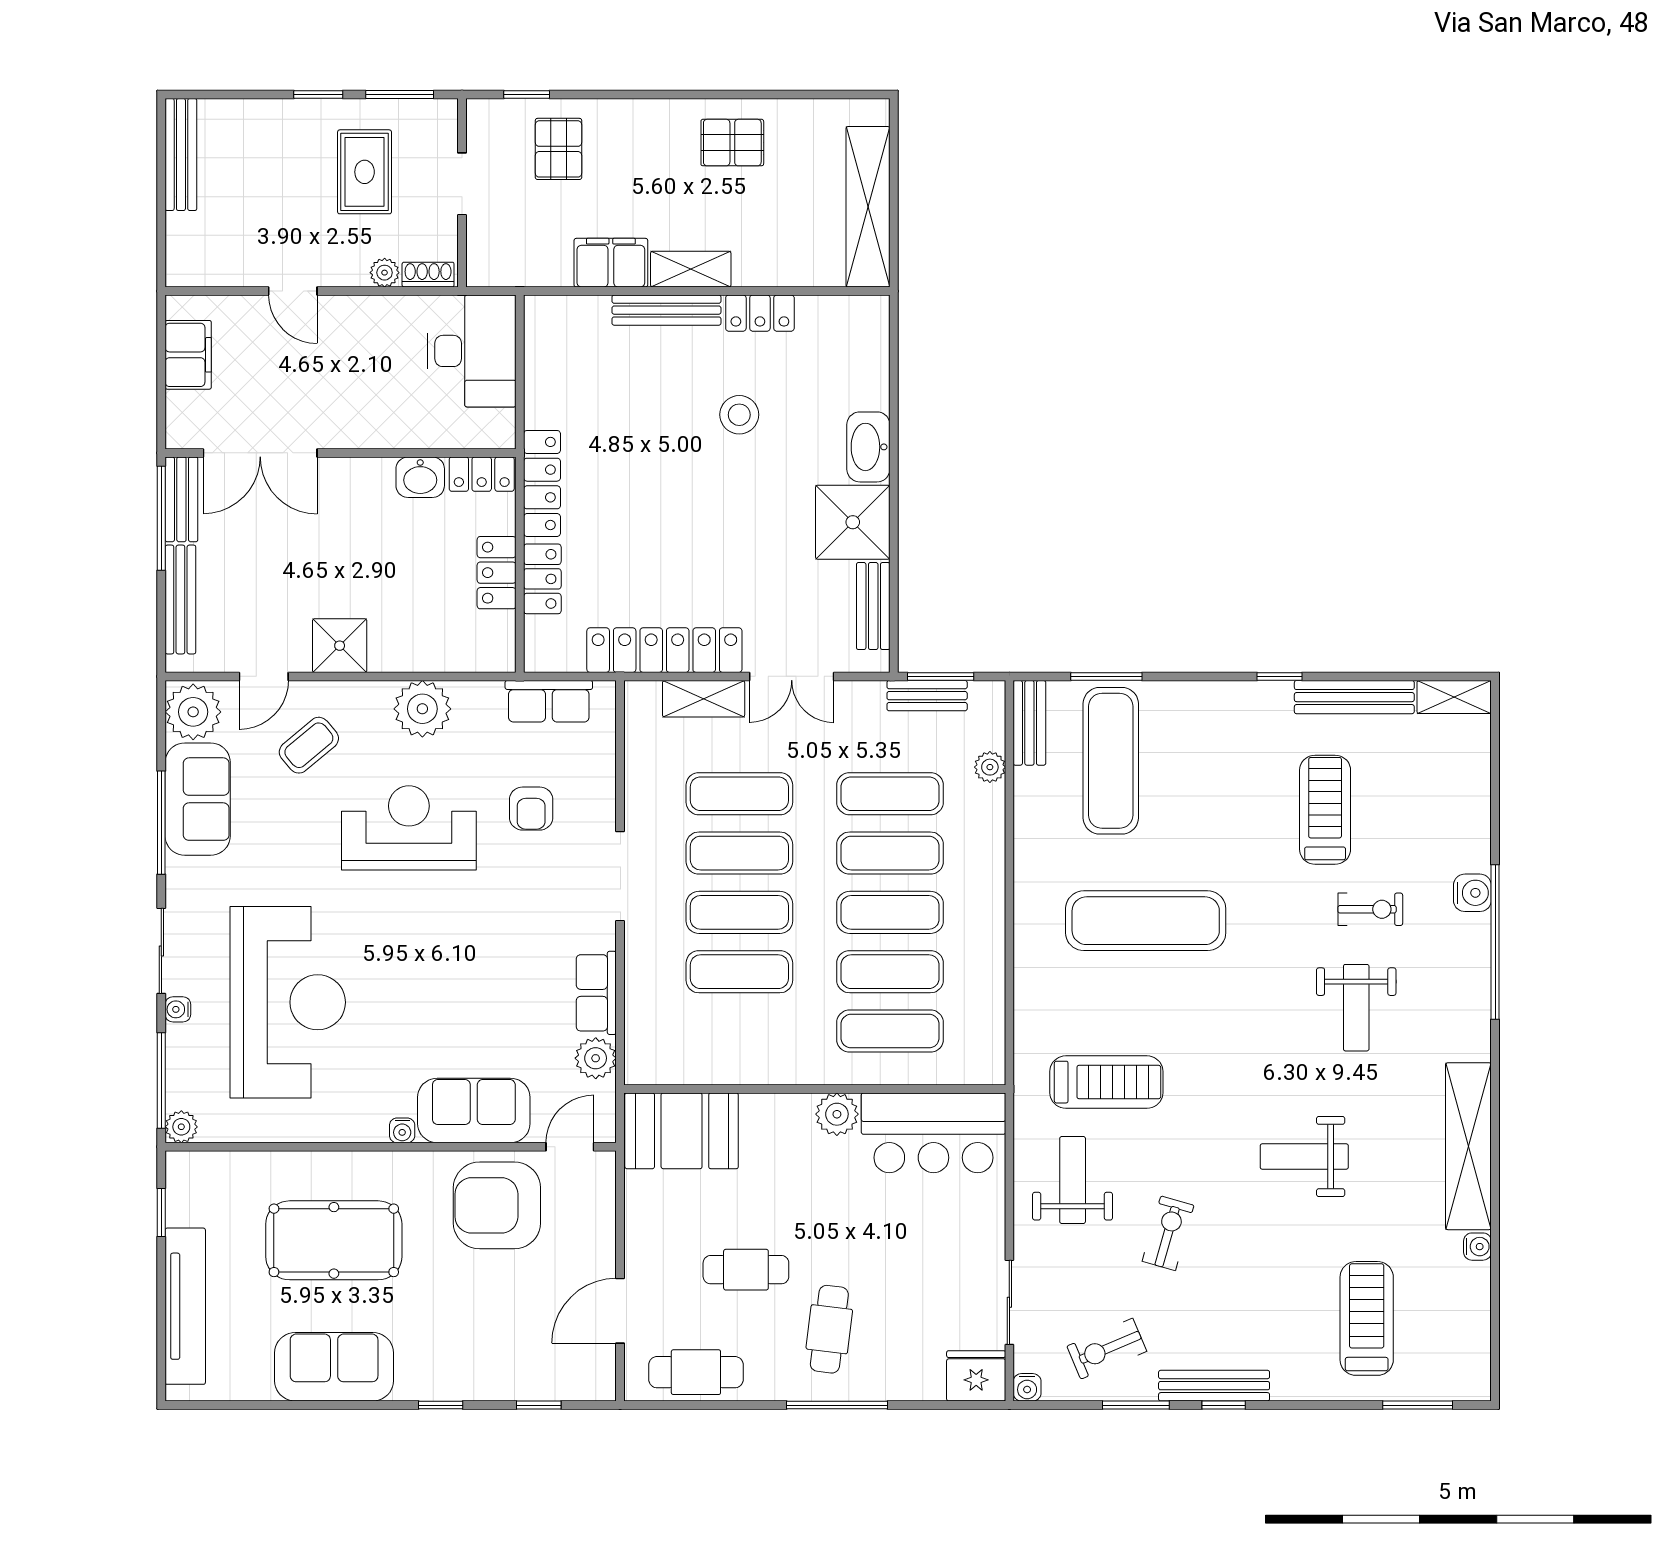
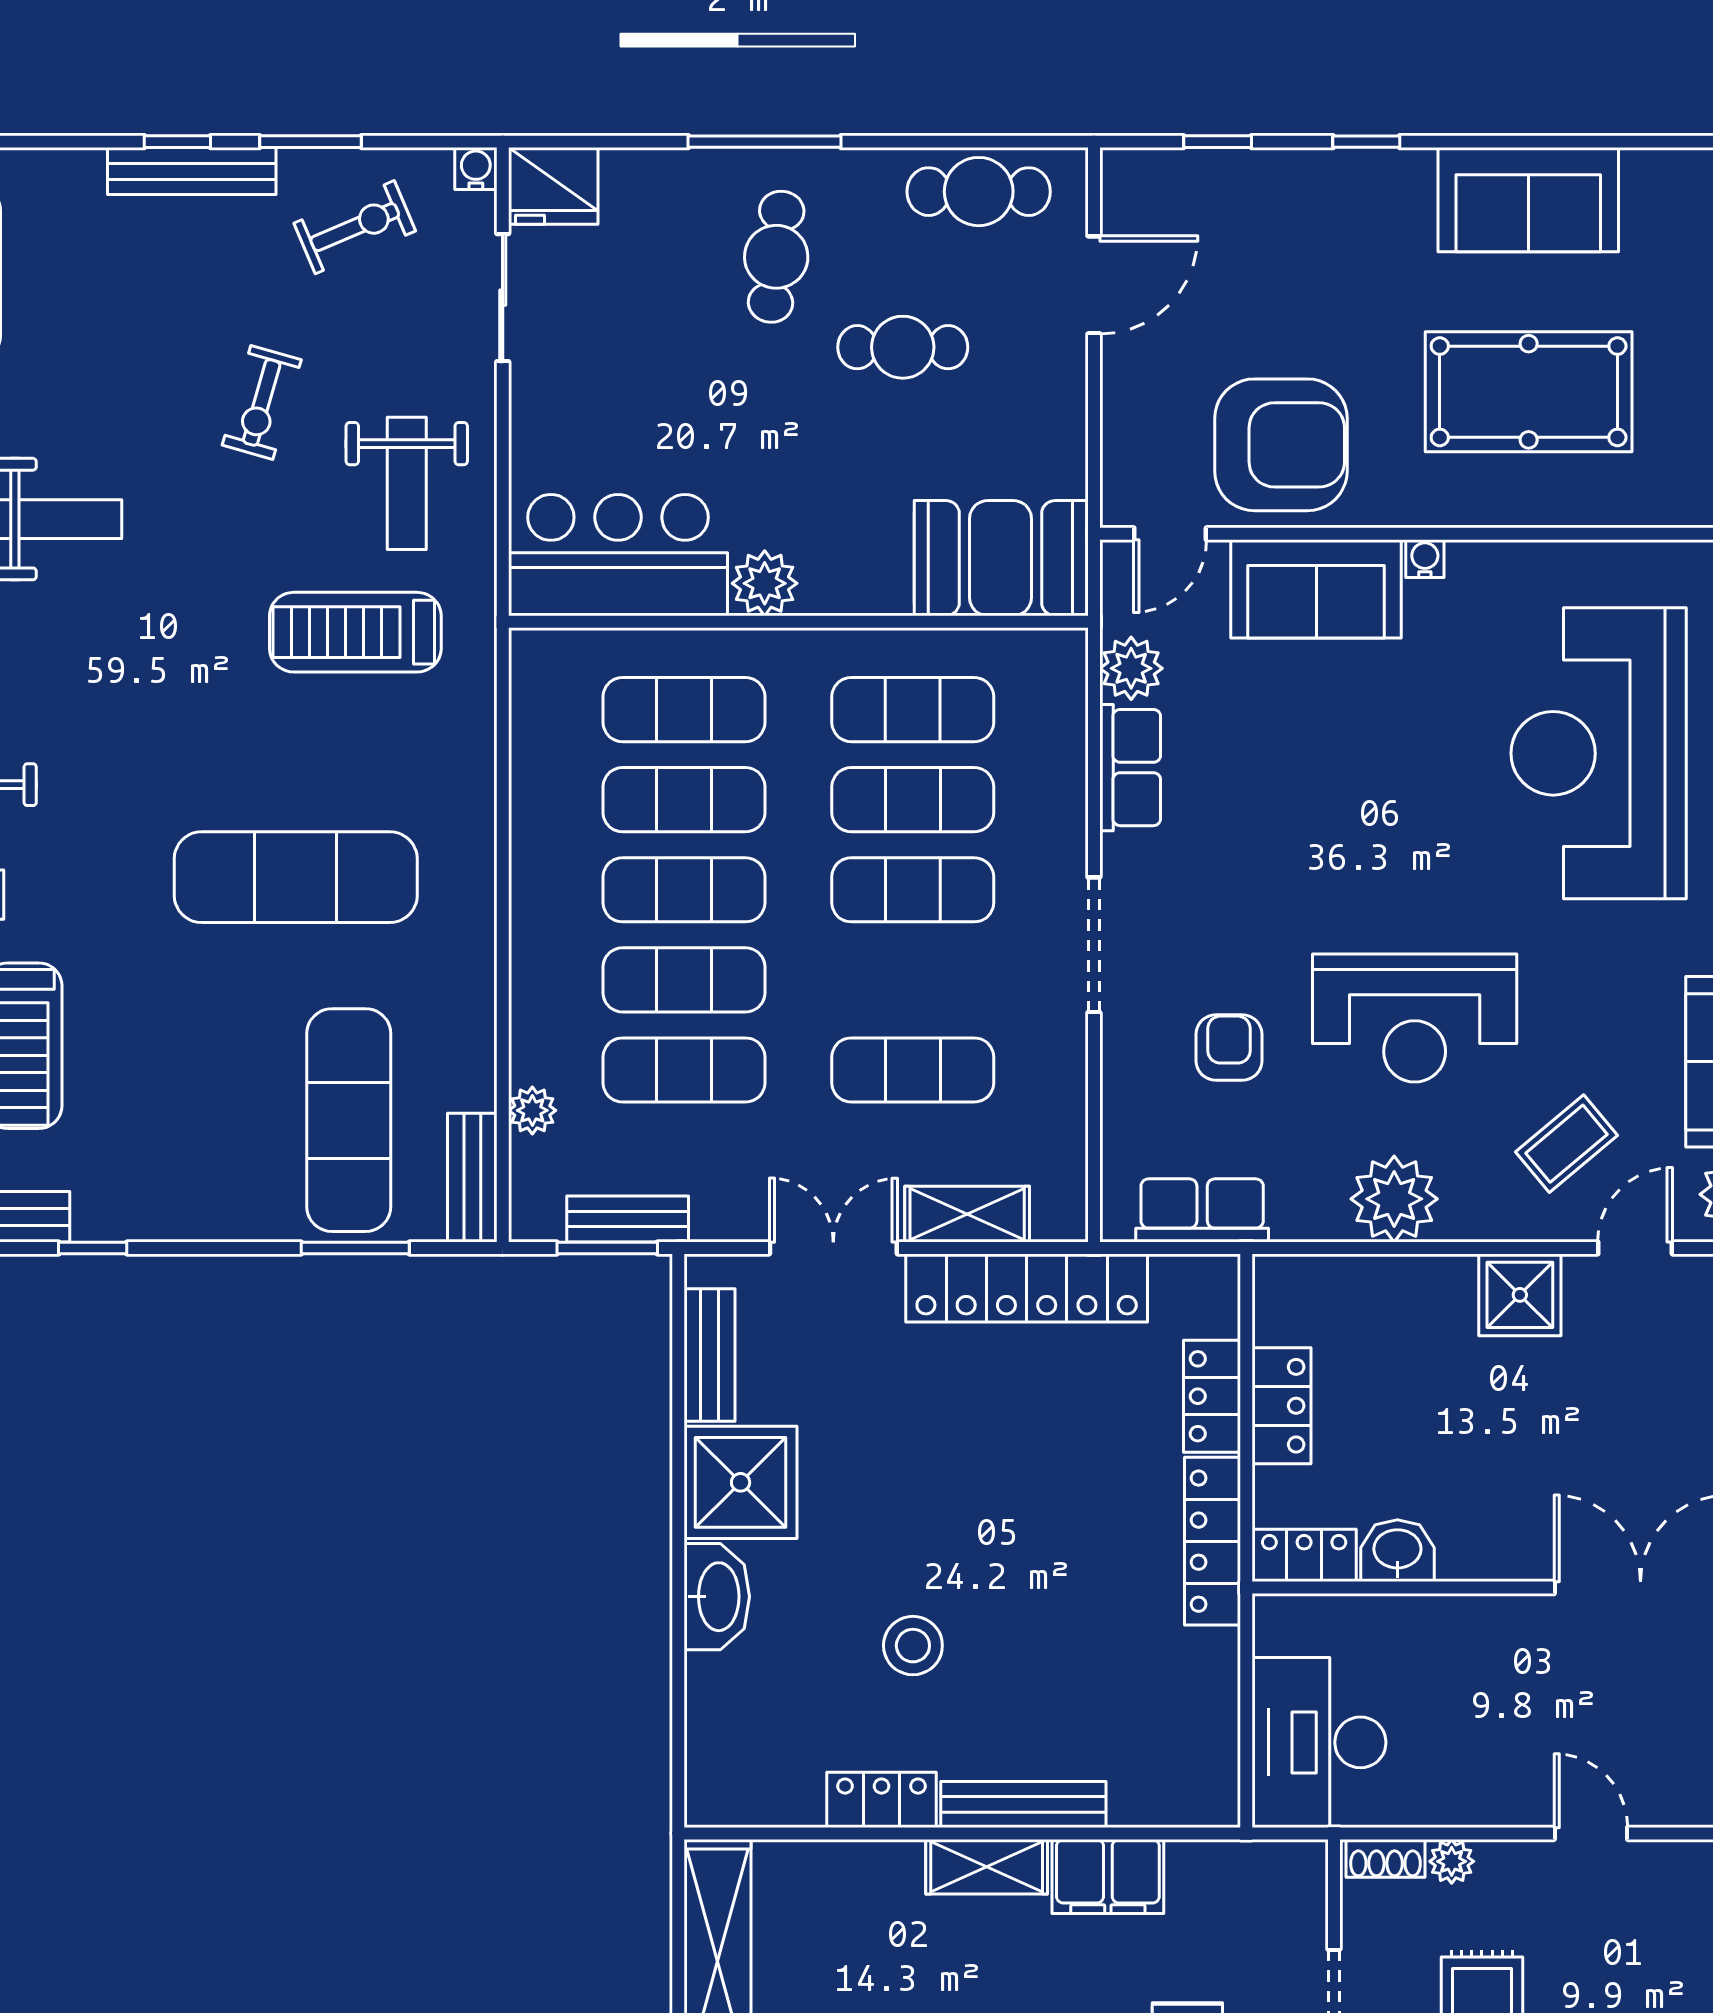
exercise mat: (739, 853) -> (913, 710), moved

